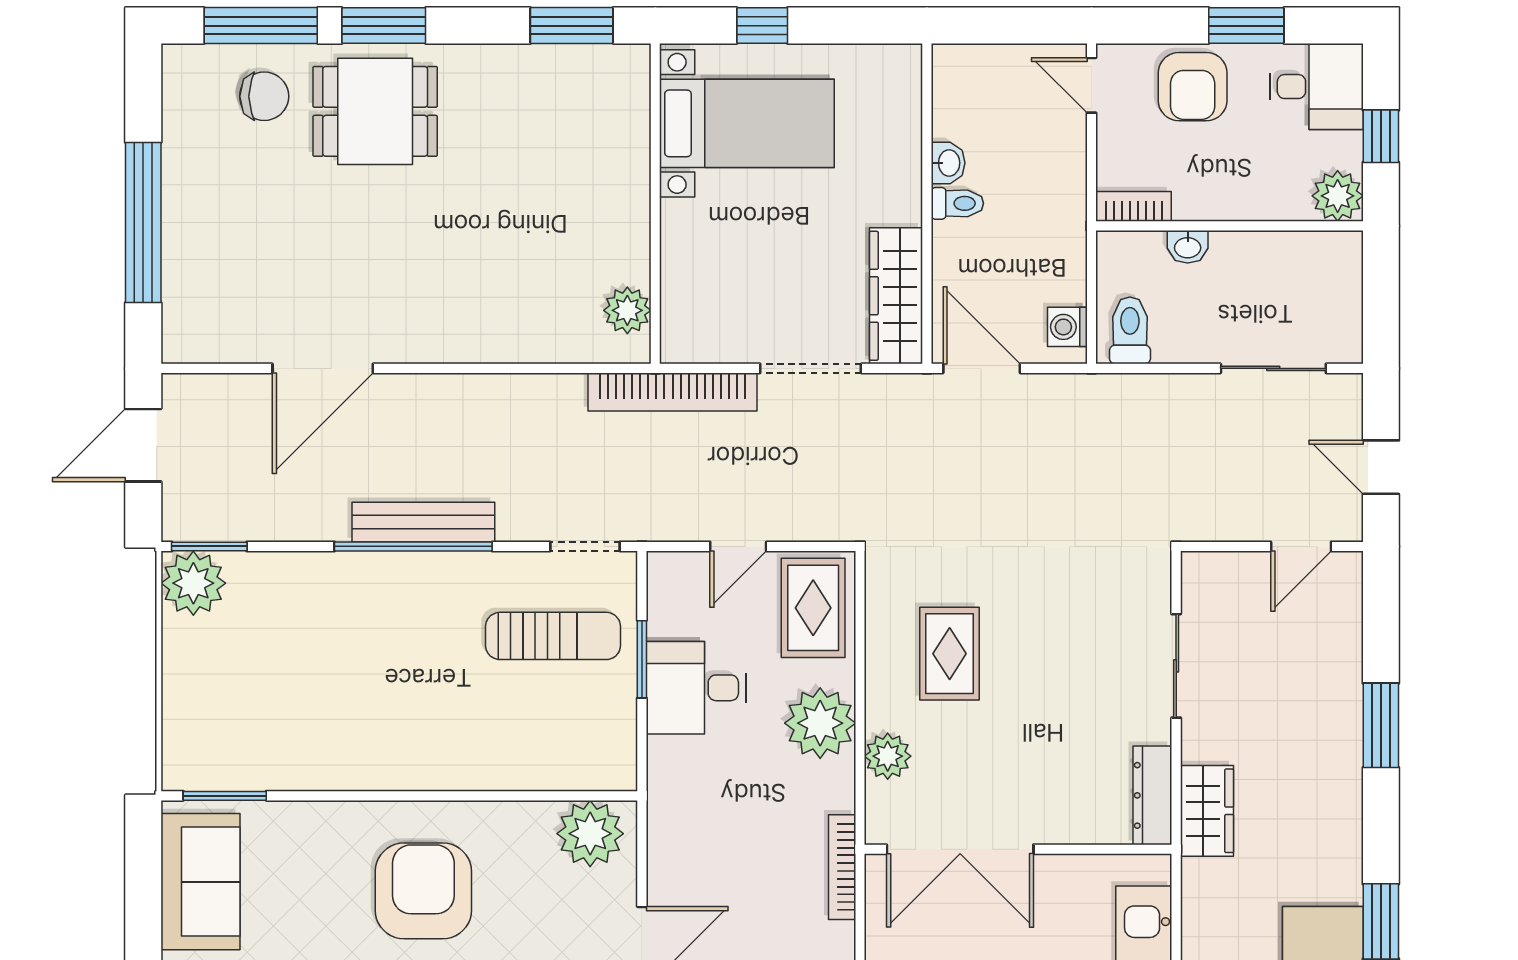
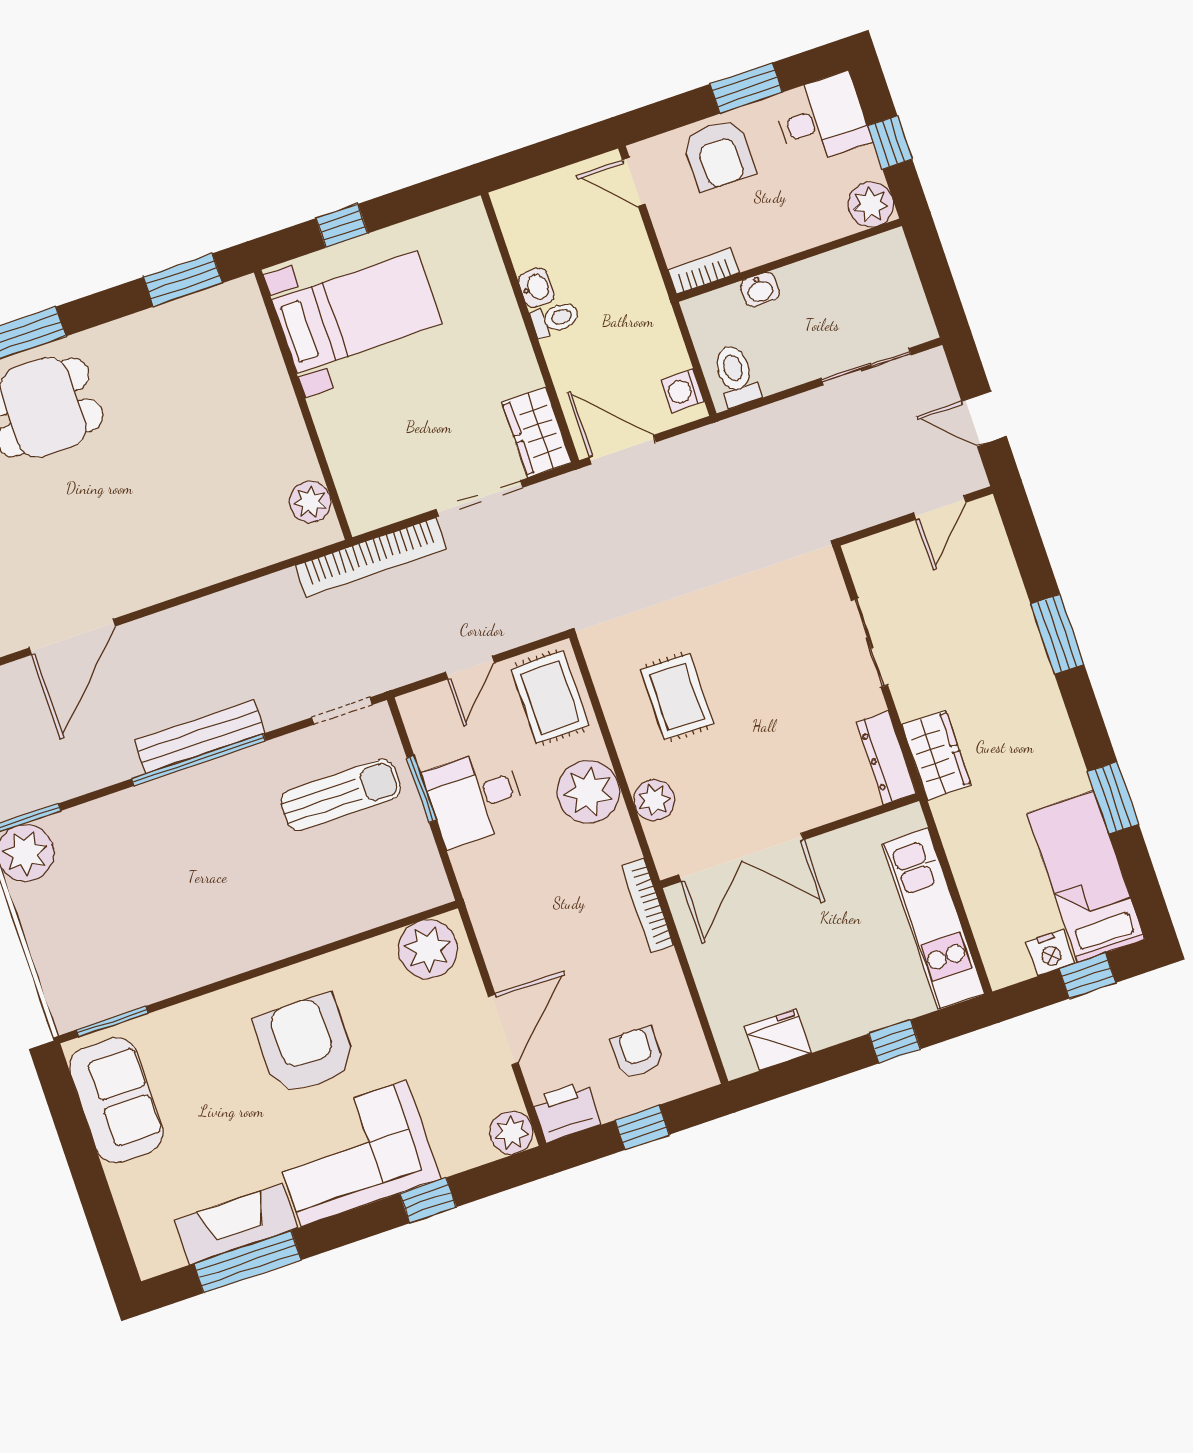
wardrobe: (896, 296) -> (537, 432), width x0.67

